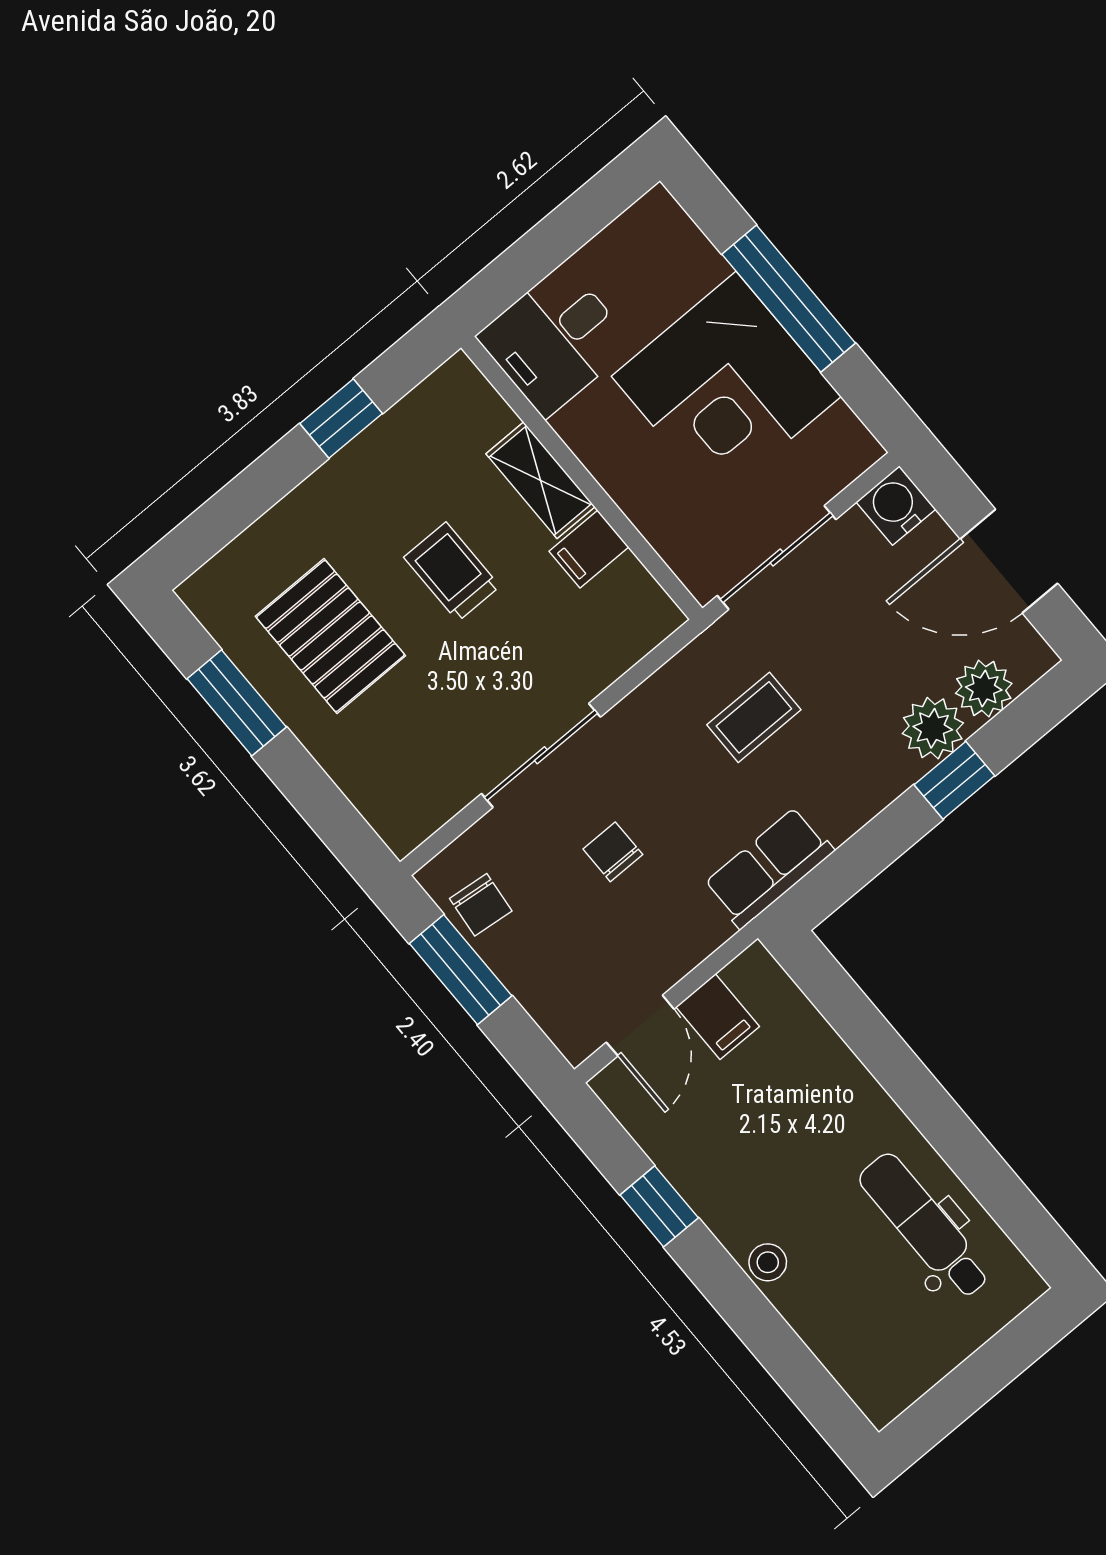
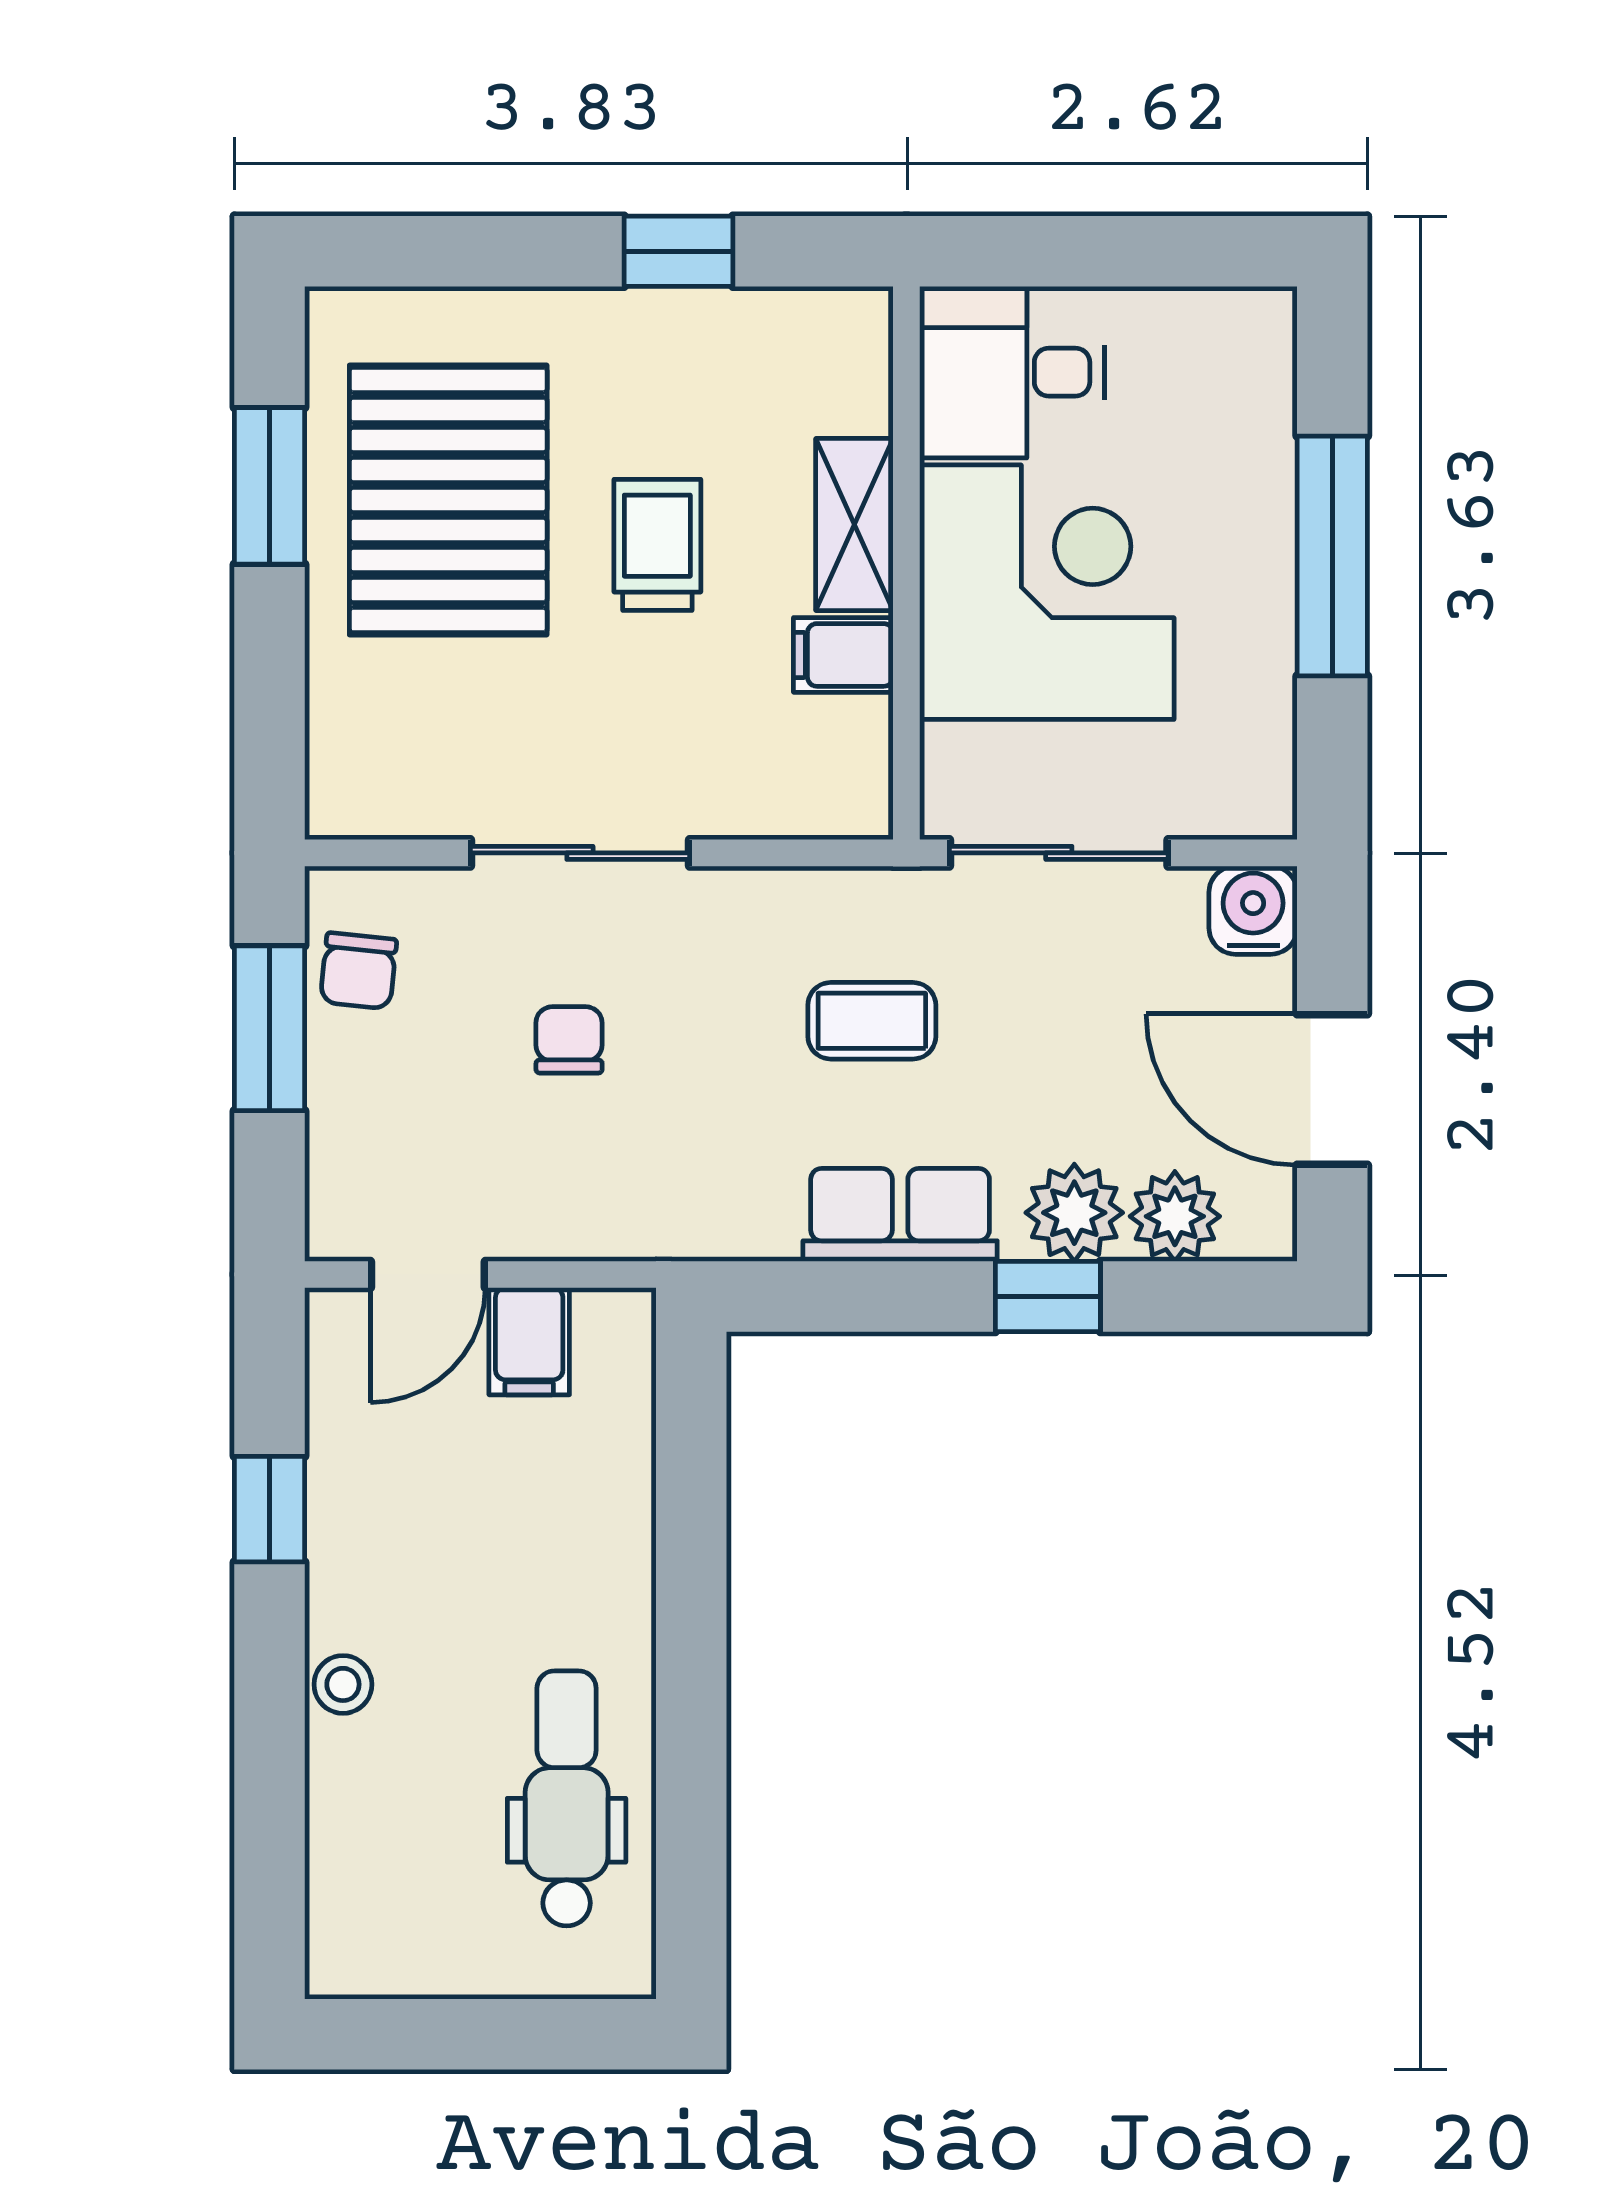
corner desk: (726, 386) -> (1047, 592), moved, turned 180
pallet: (330, 636) -> (448, 500), width x1.37, depth x1.41
row of seats: (769, 868) -> (900, 1215), moved

